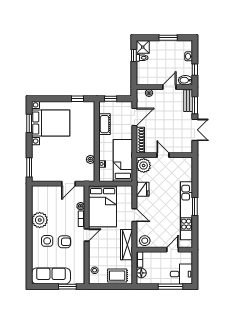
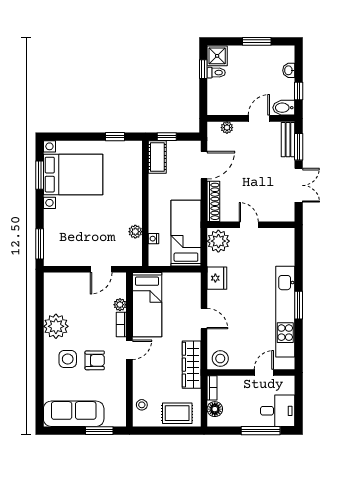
cot: (104, 124) -> (157, 157), moved
bed: (103, 206) -> (147, 305), width x0.67

